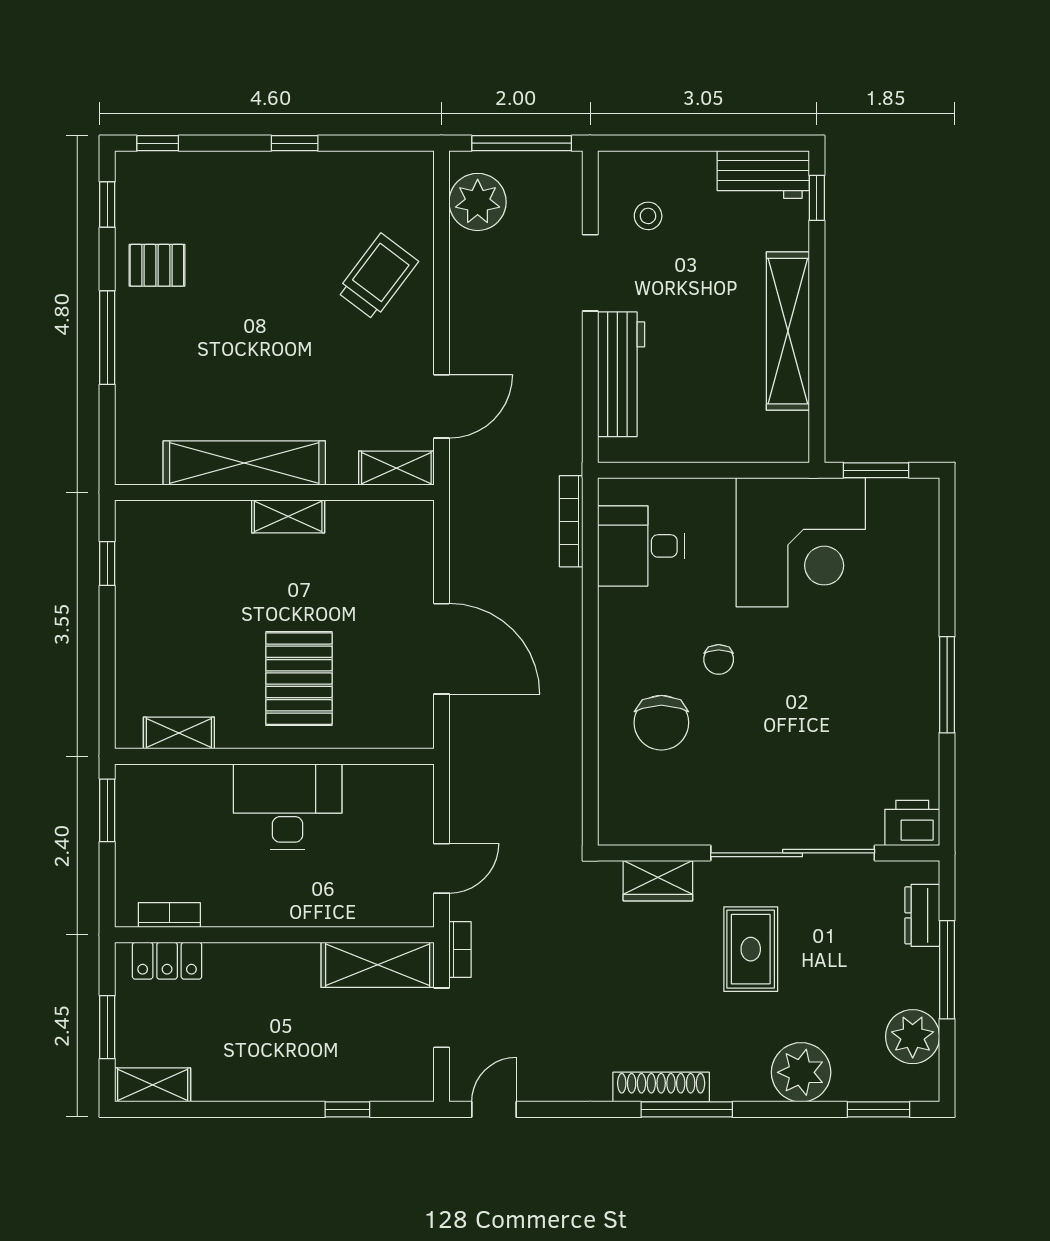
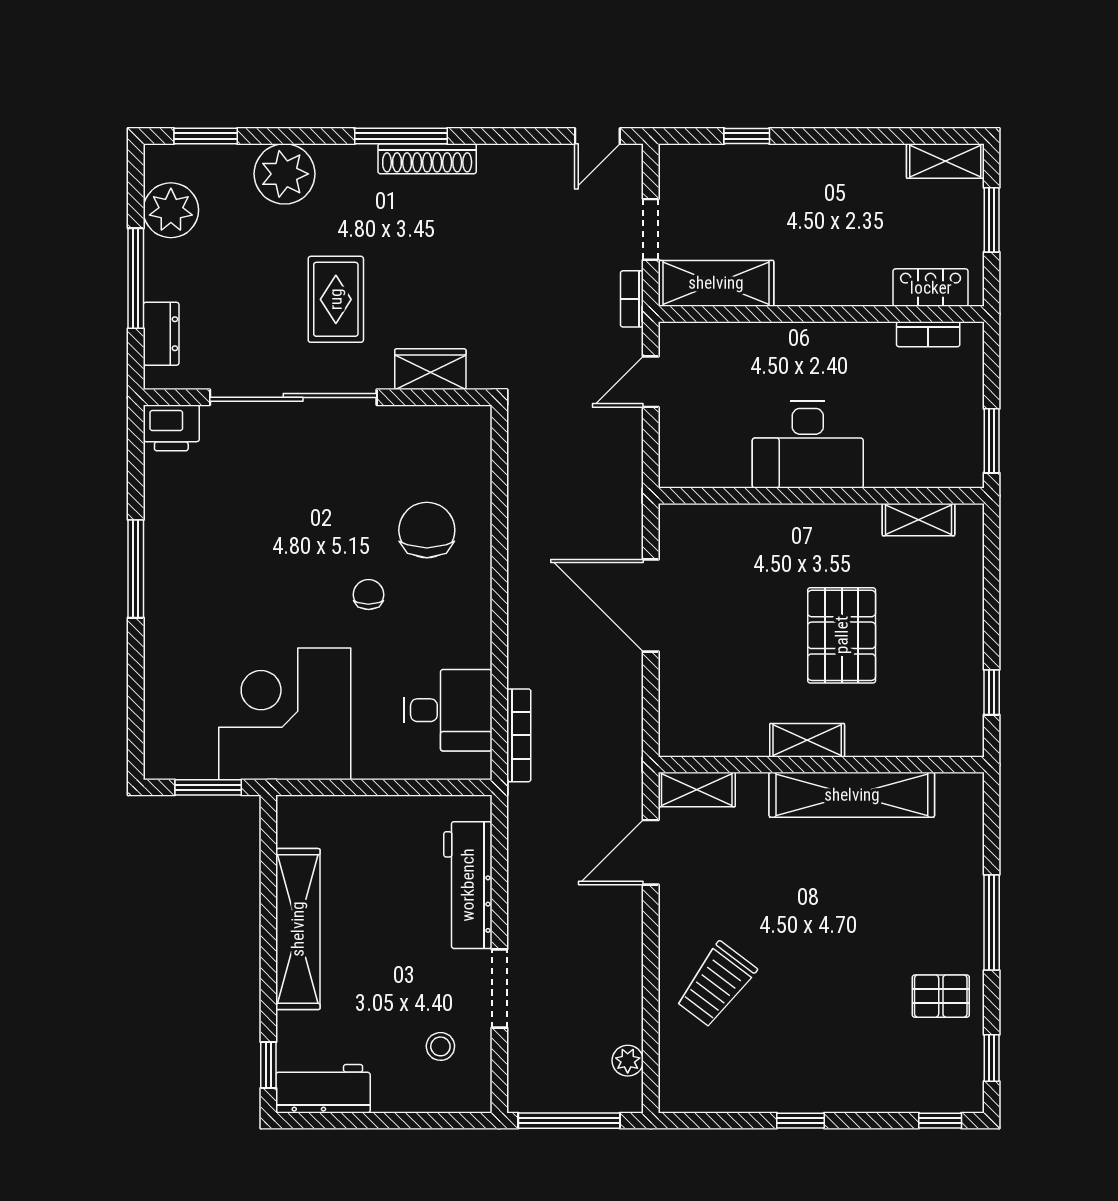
plant: (478, 202) -> (628, 1061), width x0.53, depth x0.53
pallet: (299, 679) -> (842, 635), moved

